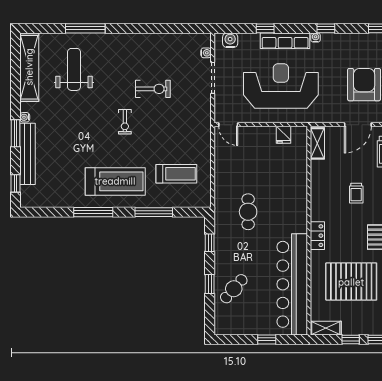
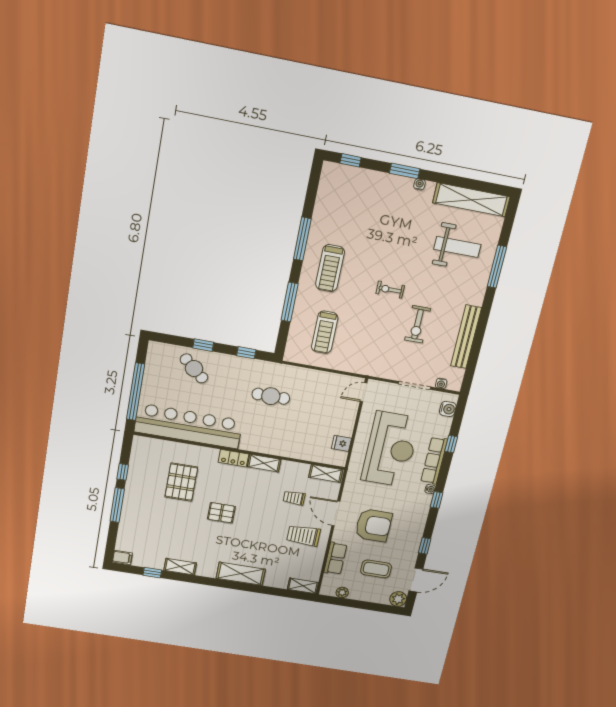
bench: (28, 154) -> (466, 337), moved, turned 90
treadmill: (115, 181) -> (330, 268), width x0.73, depth x0.73
trolley: (356, 193) -> (294, 498), moved
pallet: (351, 282) -> (181, 482), width x0.73, depth x0.71
shelving: (326, 328) -> (264, 463), moved, turned 90
window: (267, 339) -> (136, 392), width x3.17

